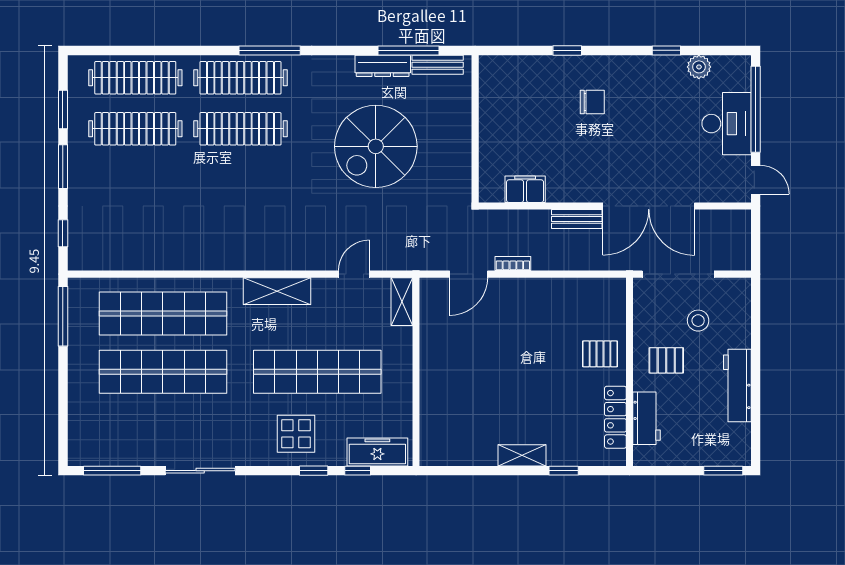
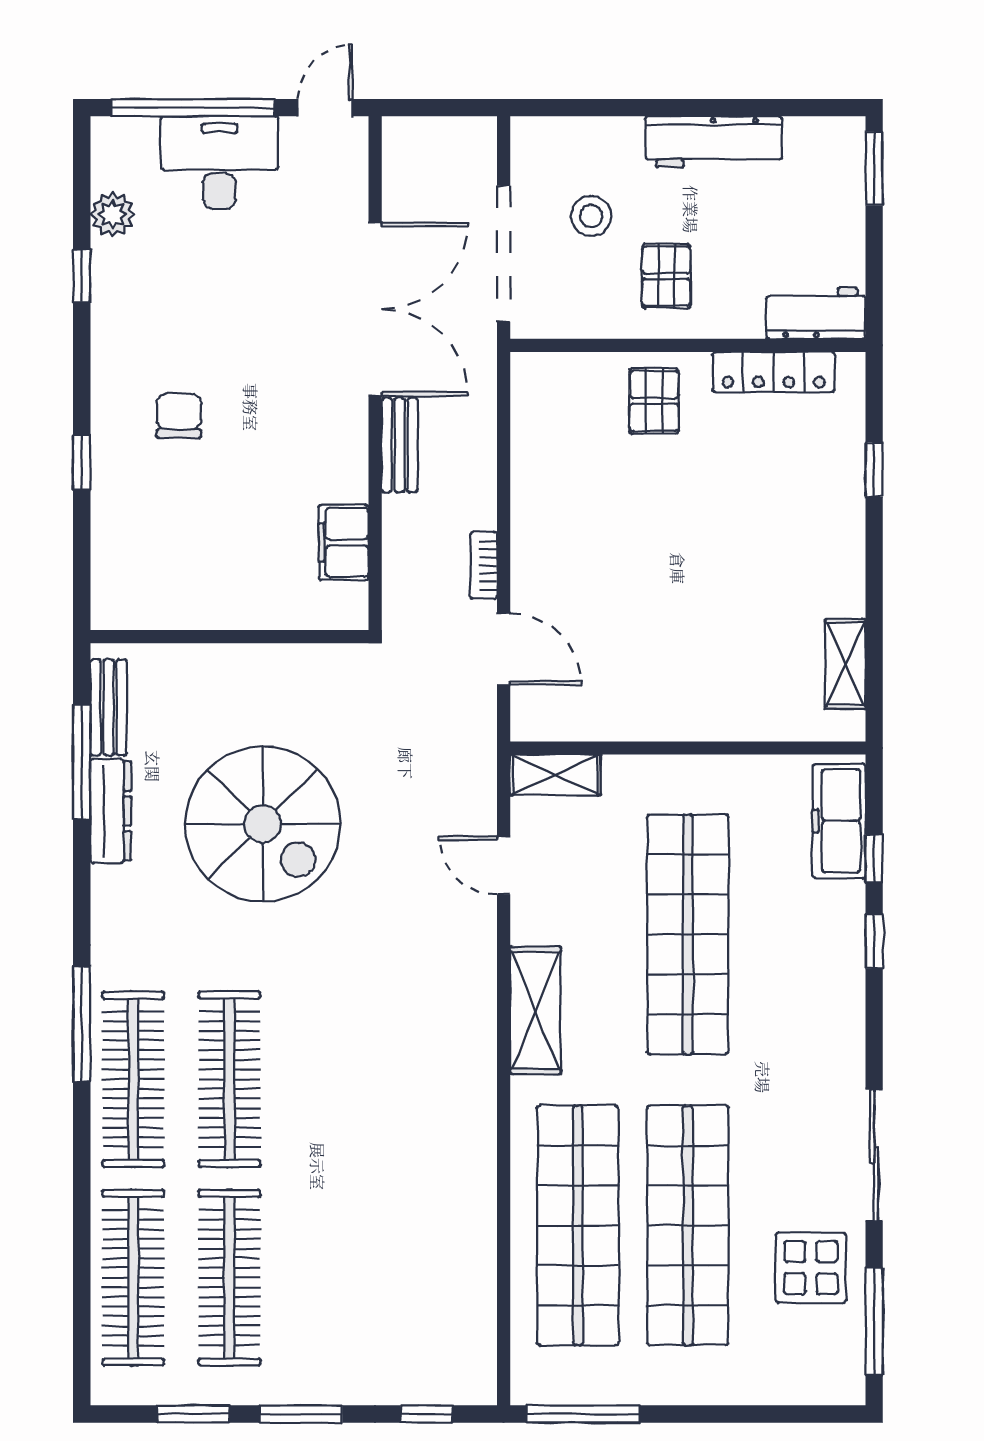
workbench: (647, 418) -> (816, 313), moved
display table: (296, 434) -> (811, 1268), moved
shelving: (522, 455) -> (845, 664), moved

